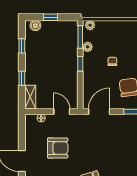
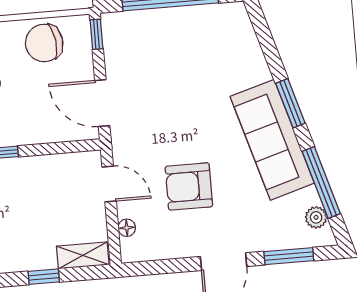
door: (62, 112) -> (109, 184), swing flipped
armchair: (58, 148) -> (189, 186), turned -90

